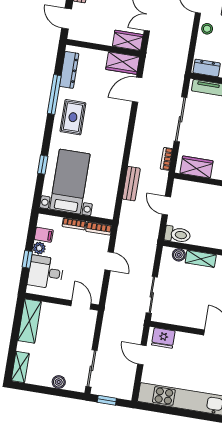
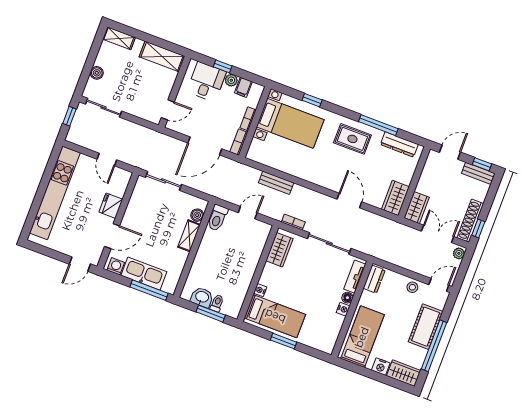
door: (137, 90) -> (349, 201), moved
door: (109, 261) -> (205, 146), width x1.88
fridge: (163, 338) -> (111, 206), moved
door: (142, 355) -> (107, 160), swing flipped

